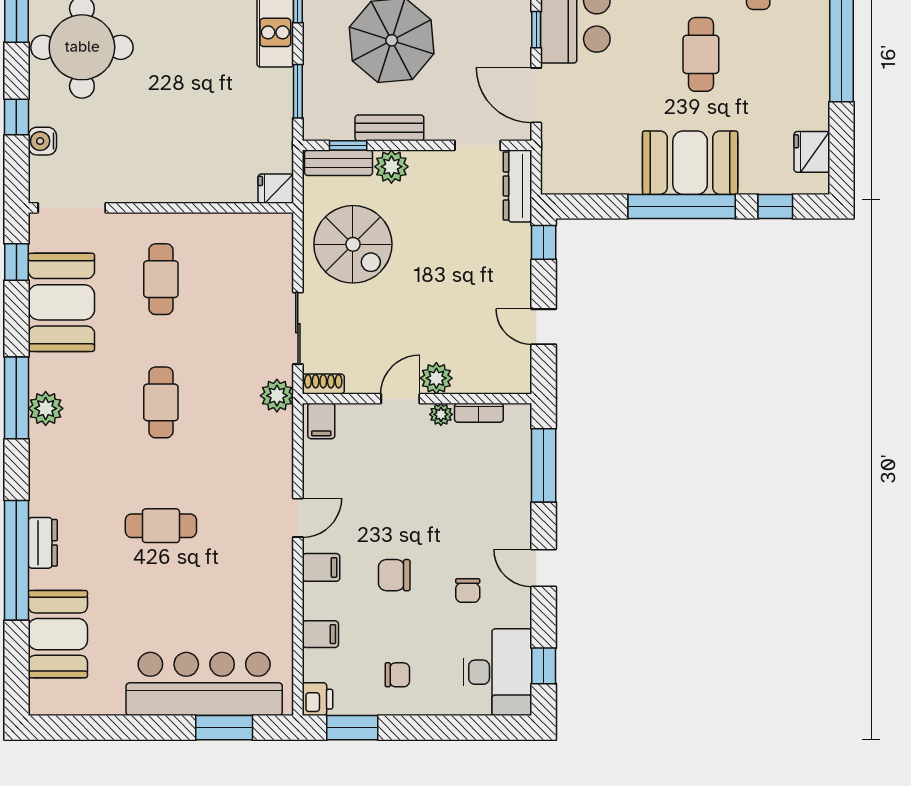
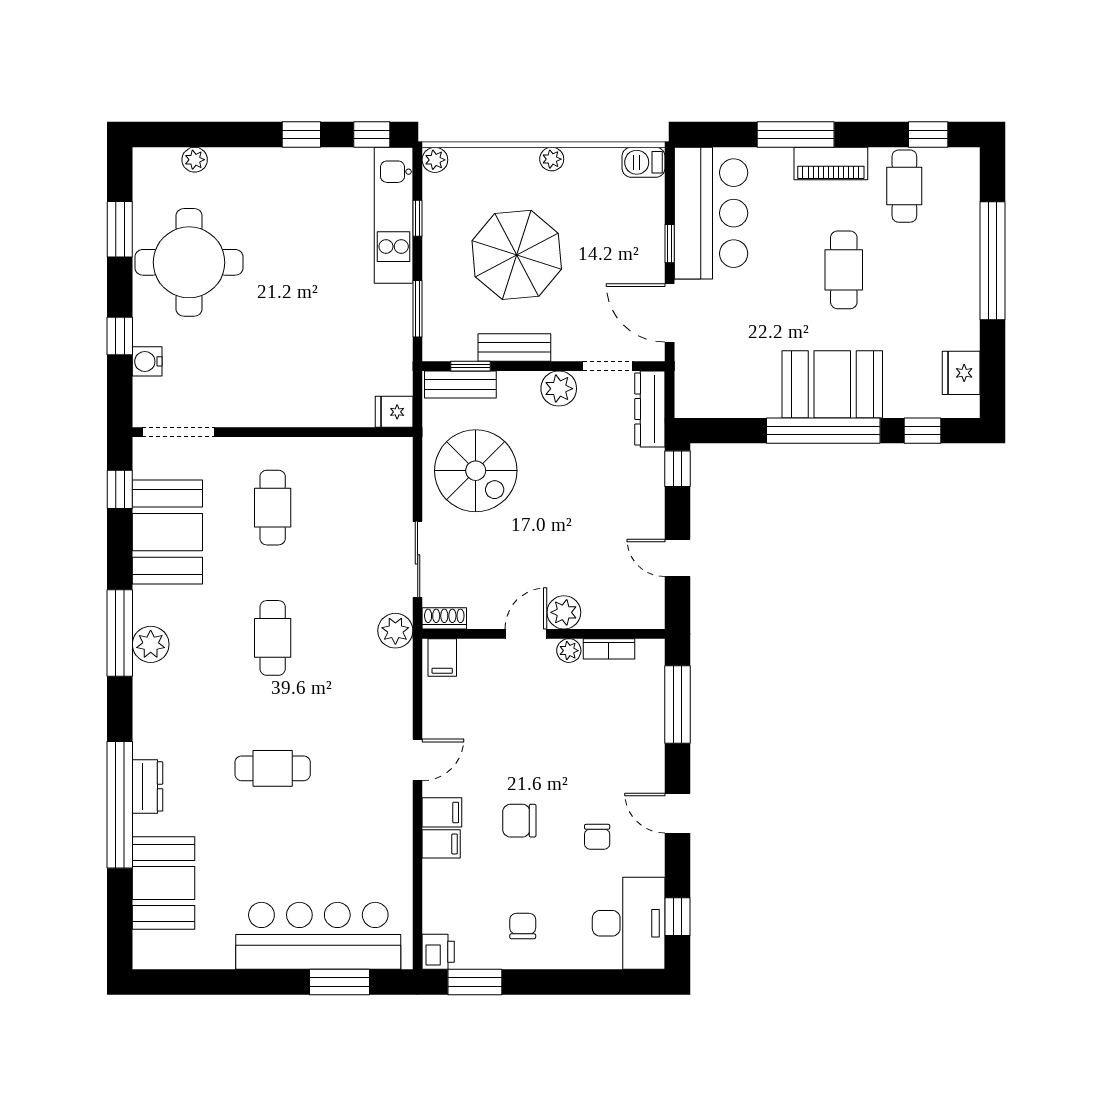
plant: (391, 167) -> (559, 389), moved
filing cabinet: (320, 634) -> (441, 844), moved
chair: (397, 675) -> (523, 926), turned -90

